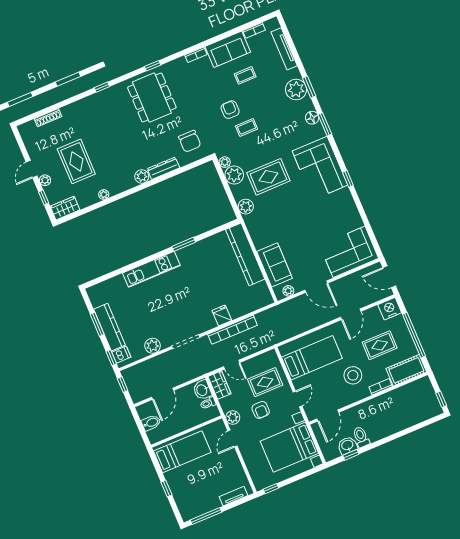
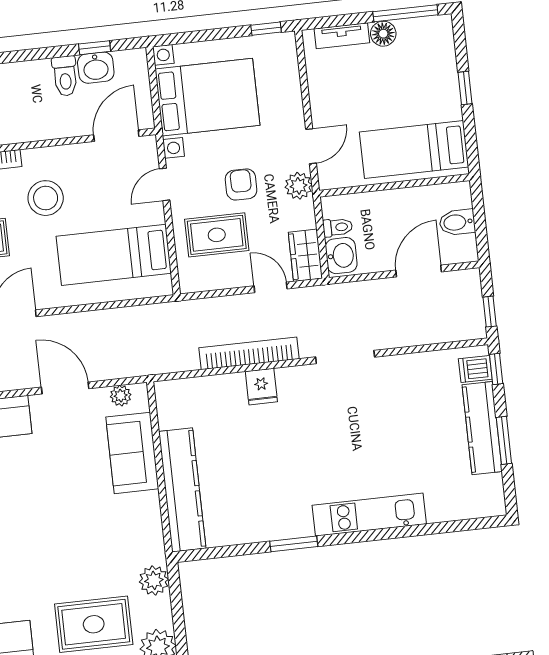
plant: (153, 346) -> (411, 368), removed
floor lamp: (214, 503) -> (383, 34), added

